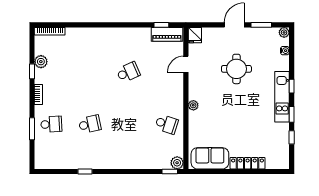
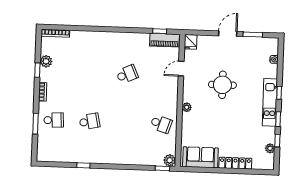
plant: (284, 32) -> (270, 148), moved
round table: (236, 69) -> (222, 85), moved

